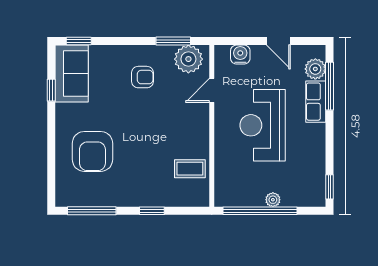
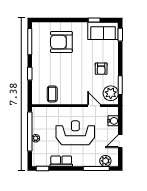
row of seats: (316, 102) -> (61, 161), moved

